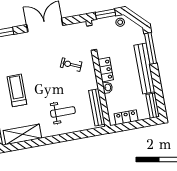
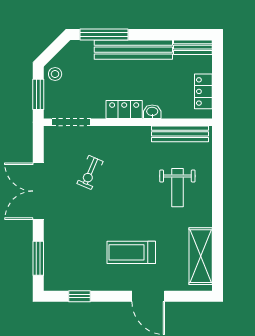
exercise bike: (71, 65) -> (90, 172), moved
weight bench: (63, 112) -> (177, 188), turned 180

